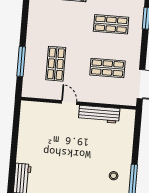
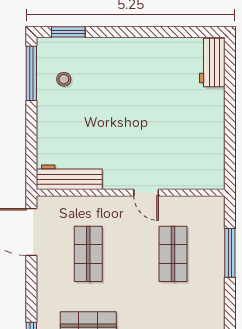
shop shelf: (107, 68) -> (88, 254), turned 90
workbench: (99, 114) -> (69, 177), moved

